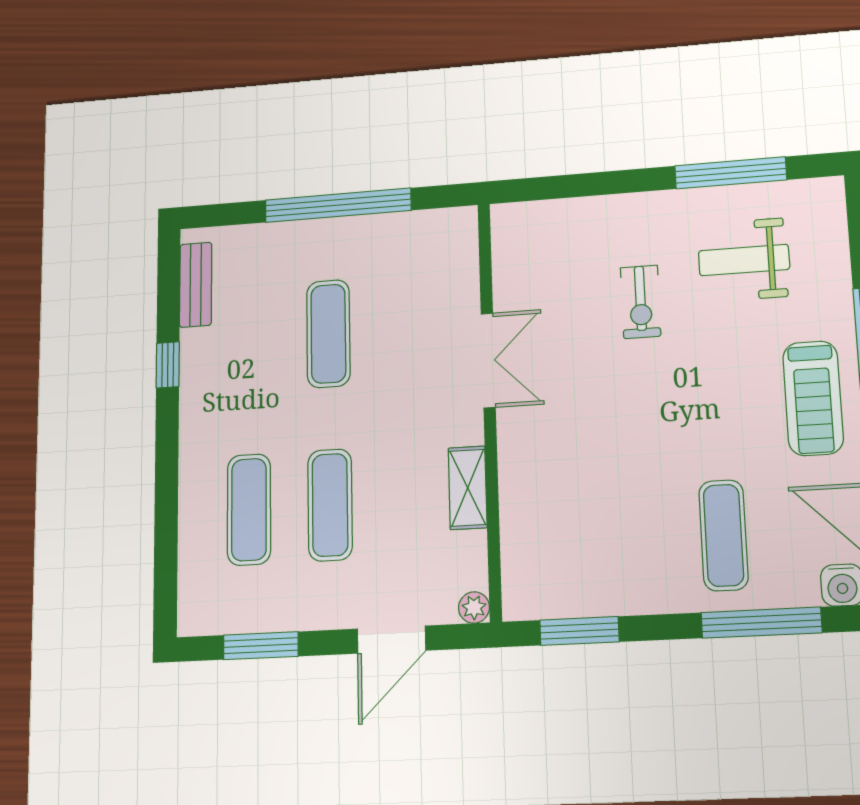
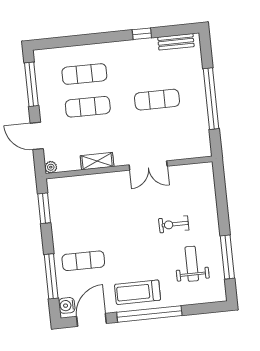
window: (261, 646) -> (31, 84), width x1.44

